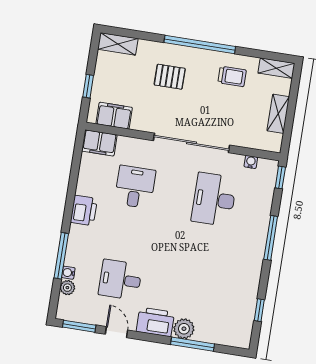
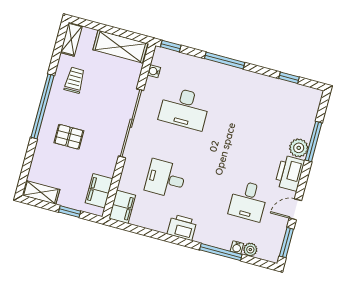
shelving: (118, 44) -> (41, 192), moved, turned 90
pallet: (170, 77) -> (69, 137), turned 90
shelving: (278, 114) -> (120, 47), width x1.50, depth x1.33

